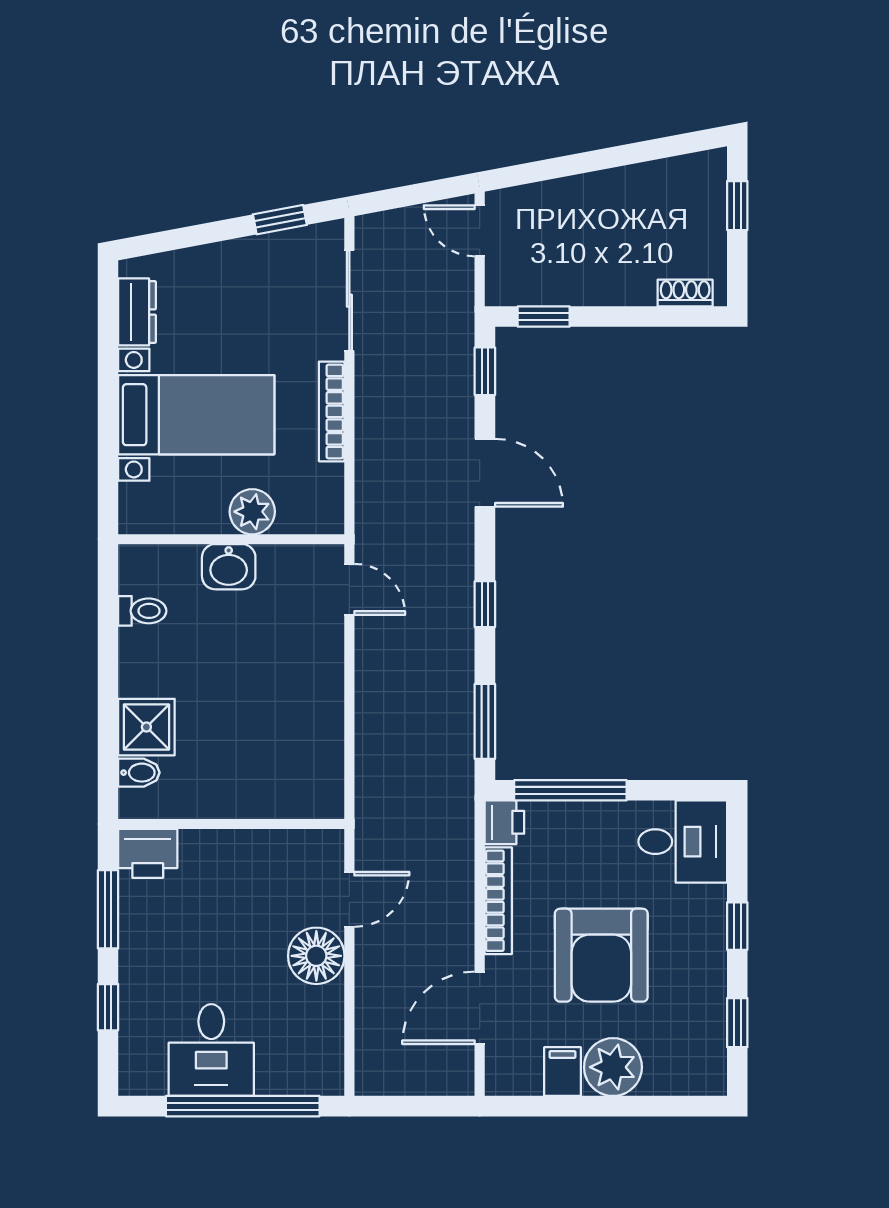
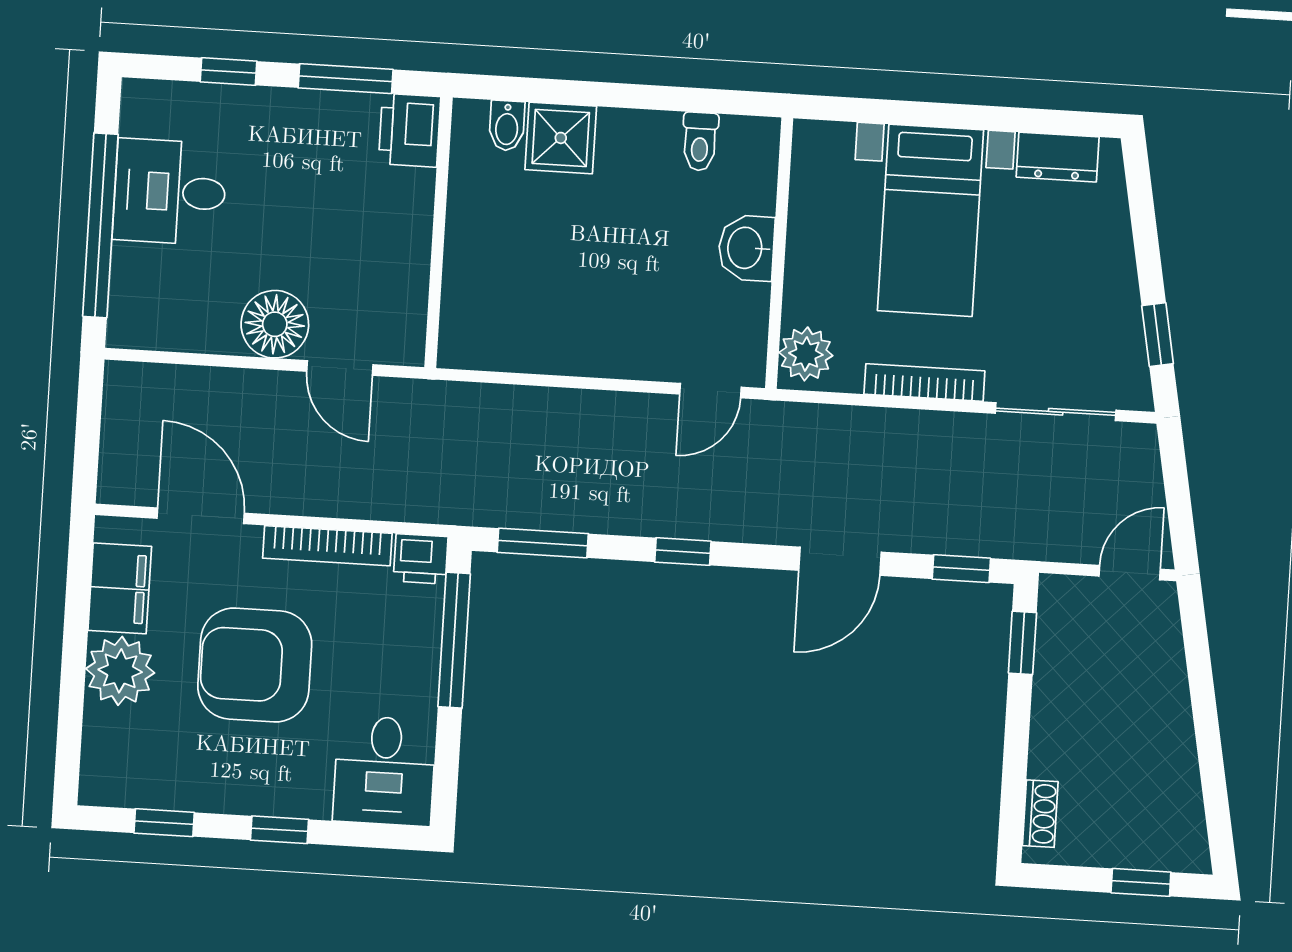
plant: (252, 512) -> (806, 354), moved
filing cabinet: (563, 1072) -> (120, 588), width x2.00

